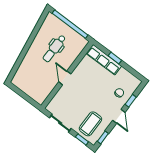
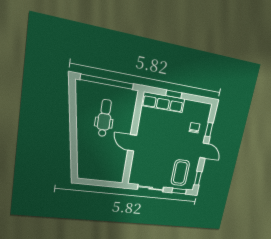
dental chair: (54, 49) -> (104, 118), turned 180

